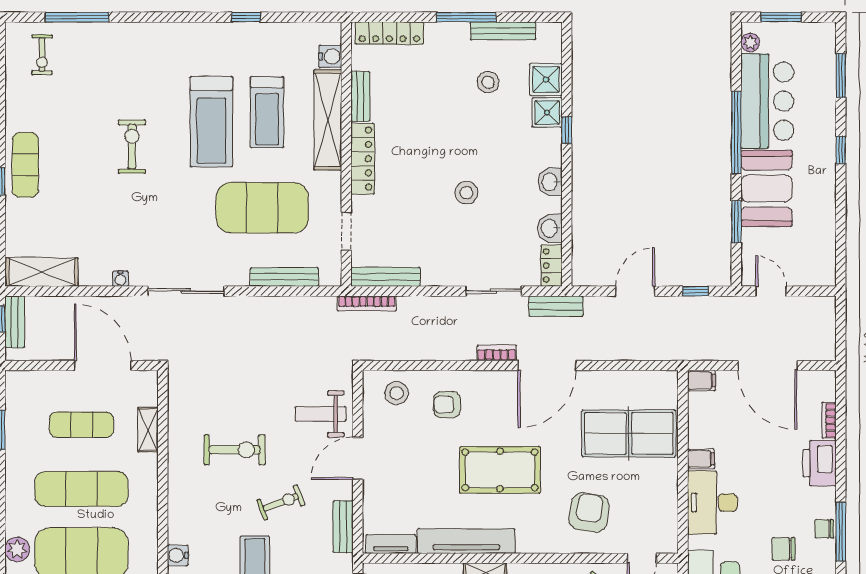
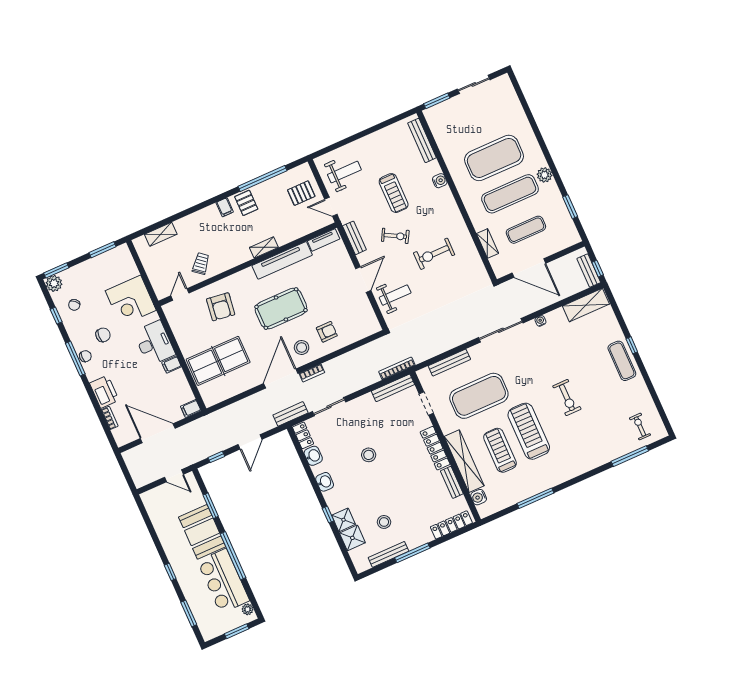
window: (246, 17) -> (535, 498), width x2.17
stool: (397, 393) -> (302, 347), moved
exercise bike: (281, 502) -> (395, 236), turned -130
plant: (17, 549) -> (545, 175), moved

